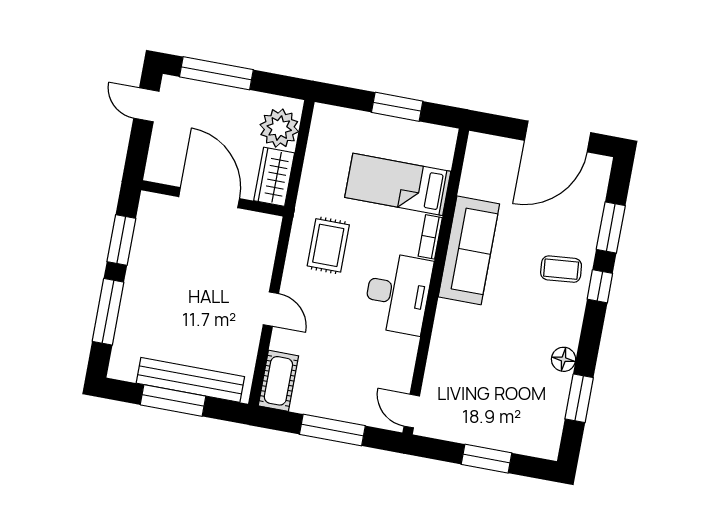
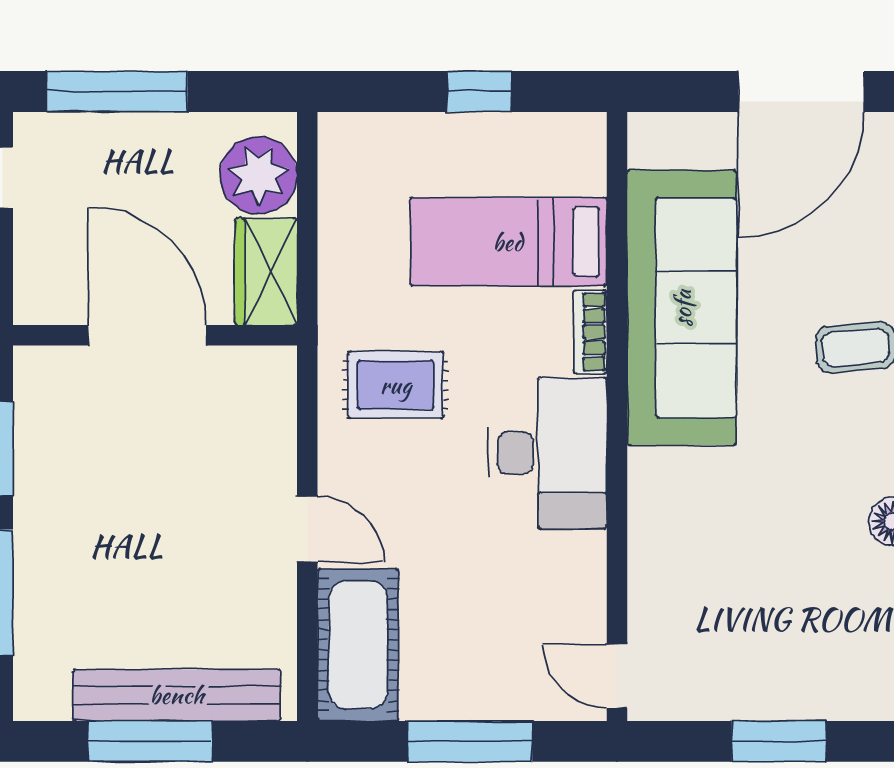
window: (397, 107) -> (479, 91), width x0.67
rug: (328, 245) -> (396, 385), turned 90
sofa: (469, 250) -> (682, 308), width x1.36, depth x1.27
cot: (278, 381) -> (358, 645), width x1.37, depth x1.34

